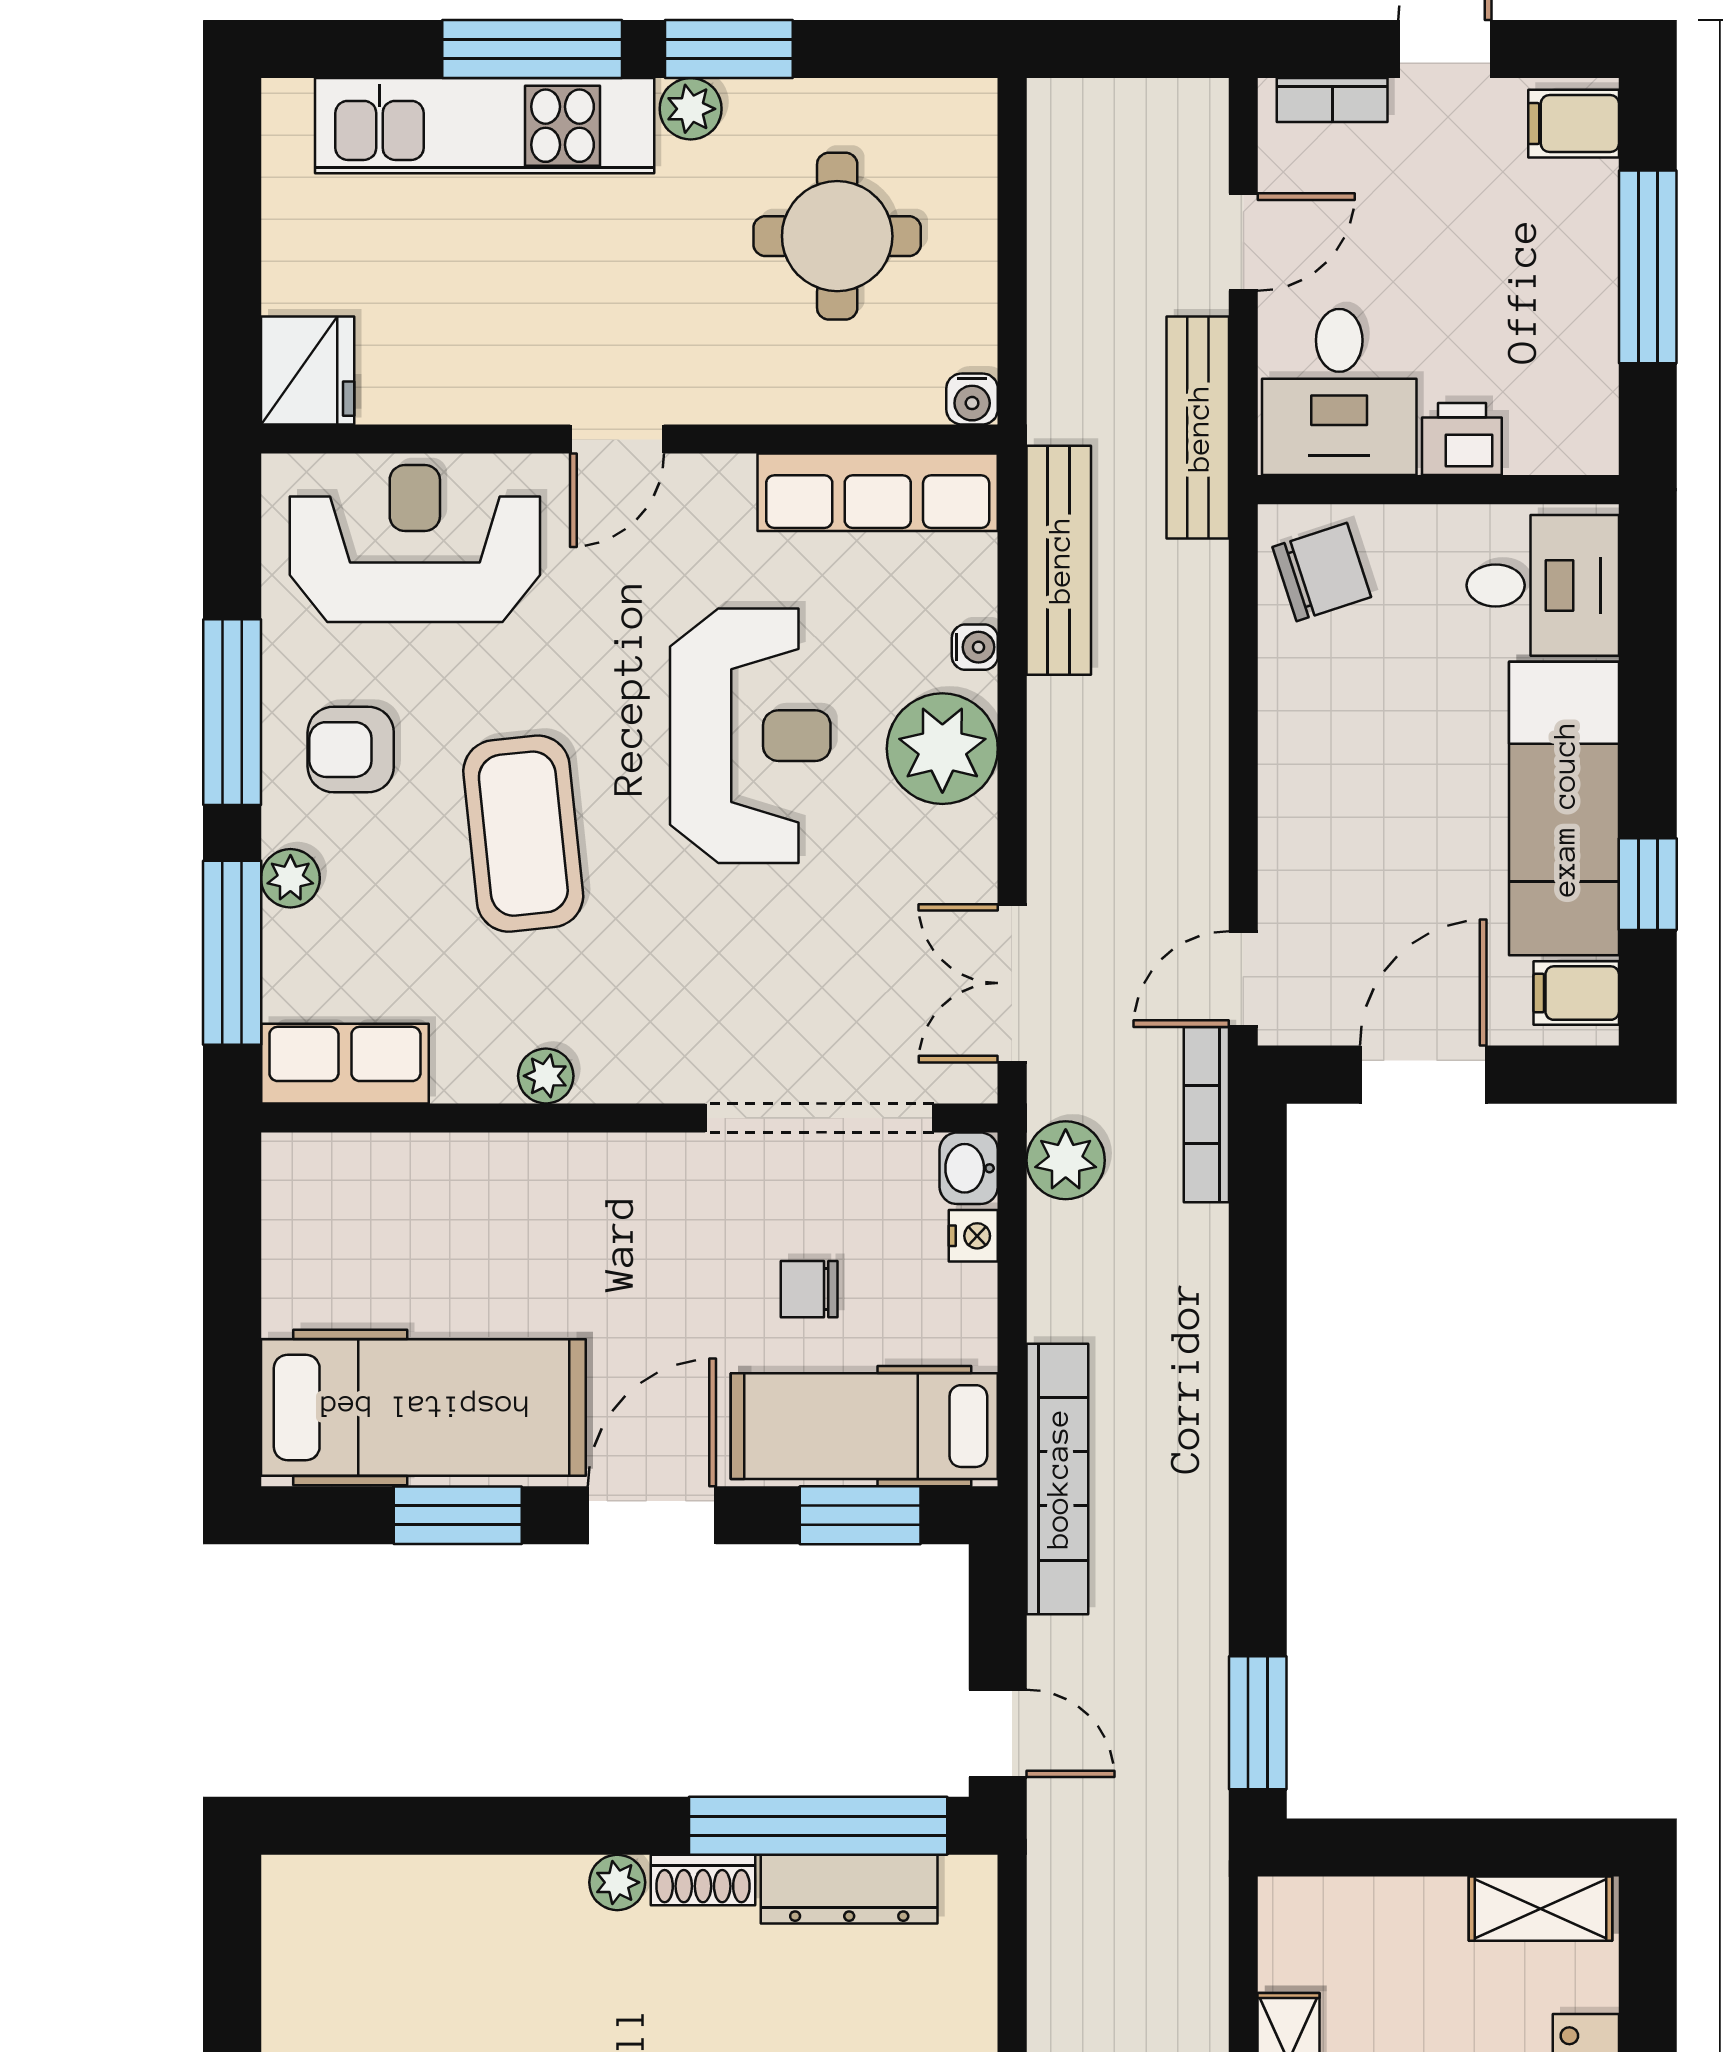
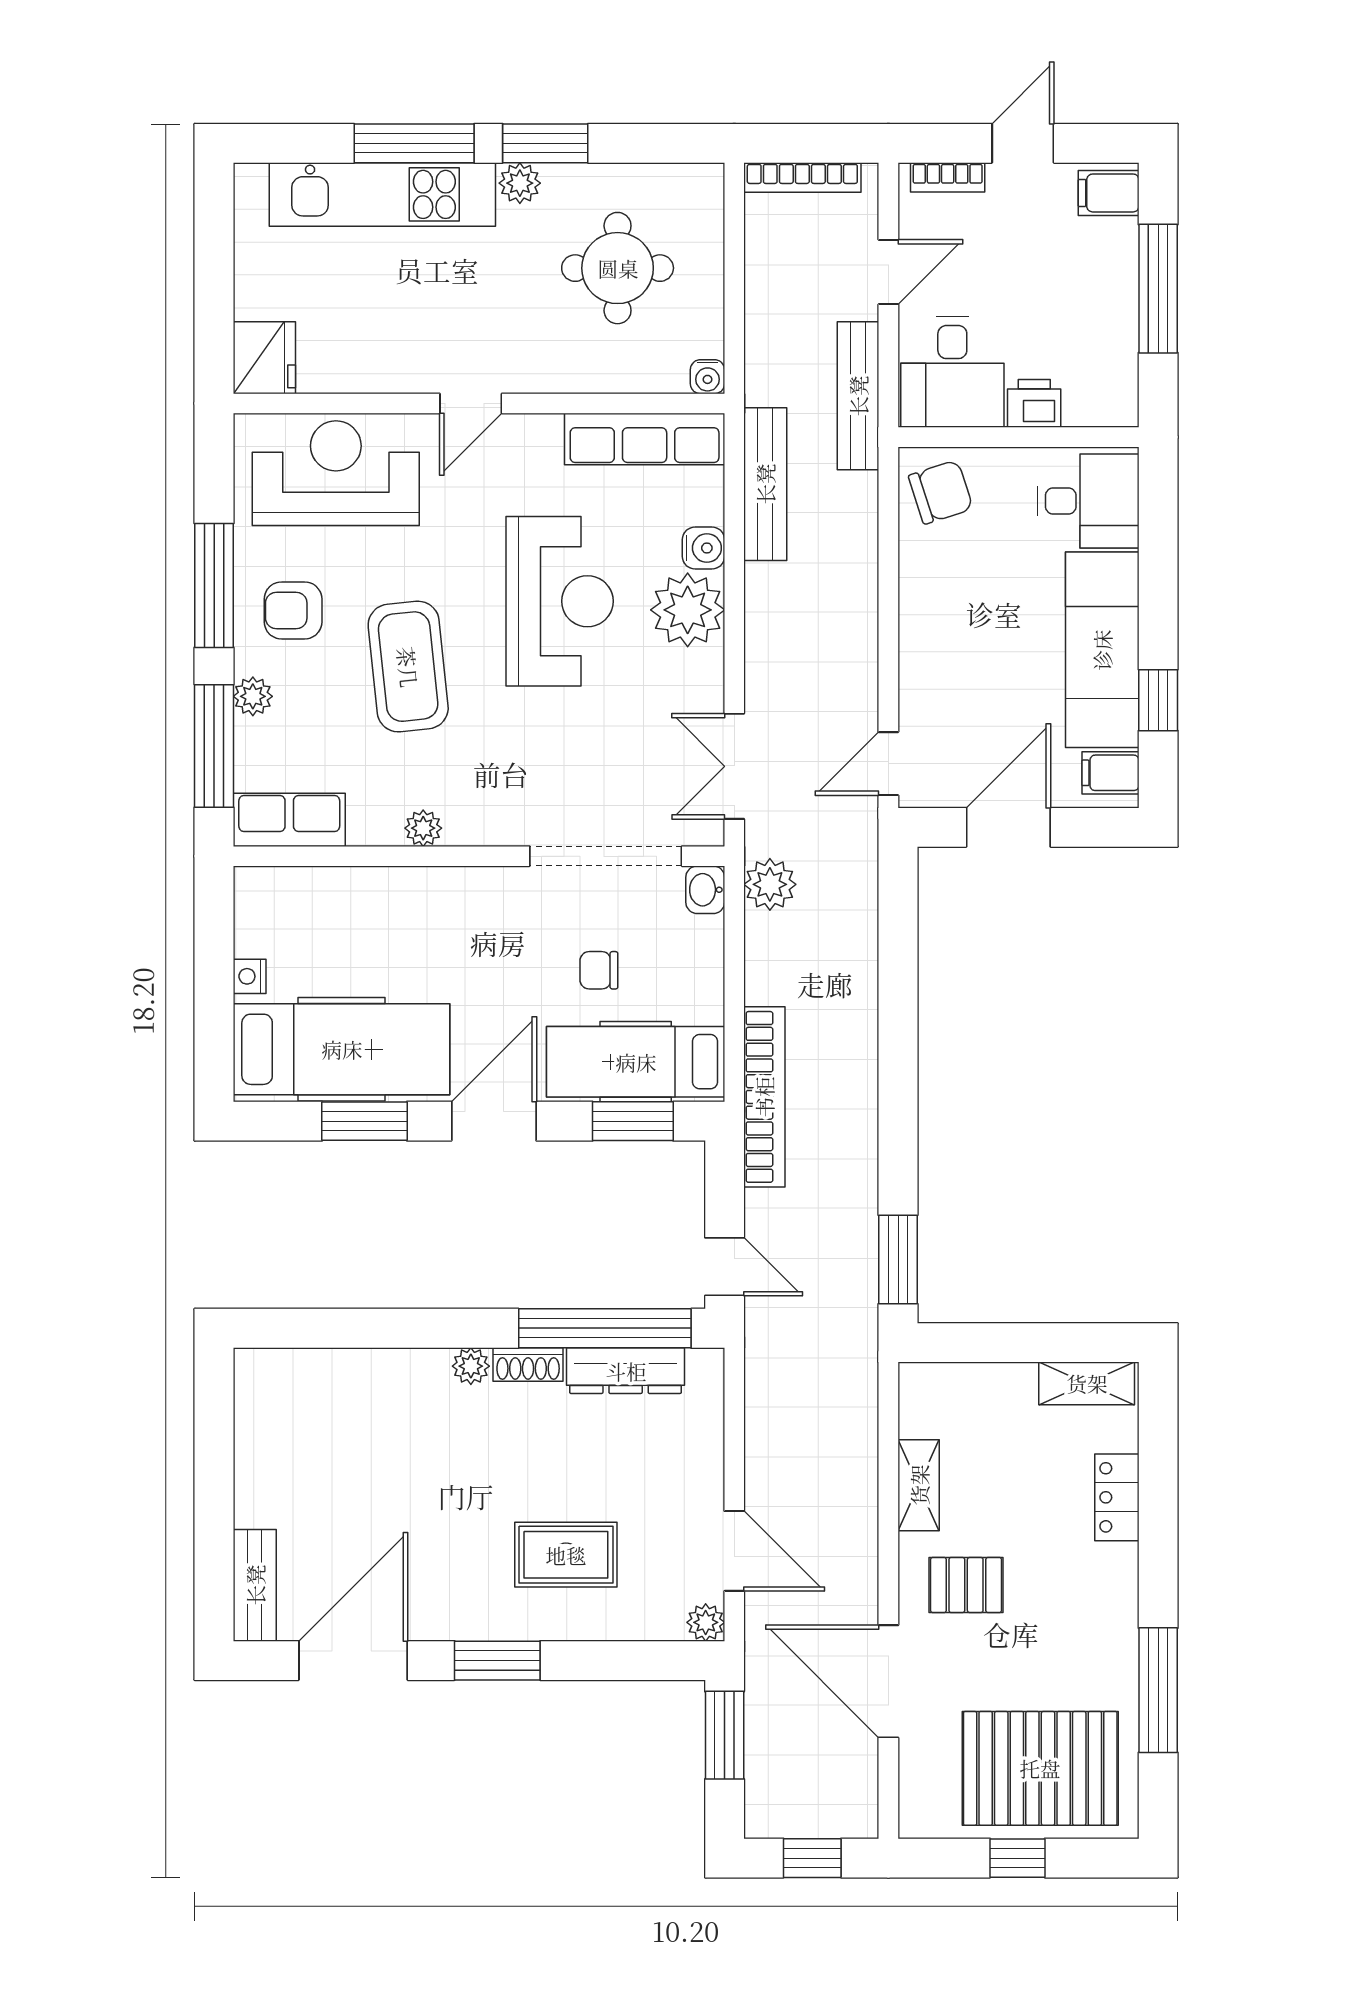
water cooler: (975, 647) -> (704, 548), width x1.38, depth x1.38
bookcase: (1206, 1115) -> (802, 178), moved, turned -90
nightstand: (973, 1236) -> (250, 976), moved, turned 180

